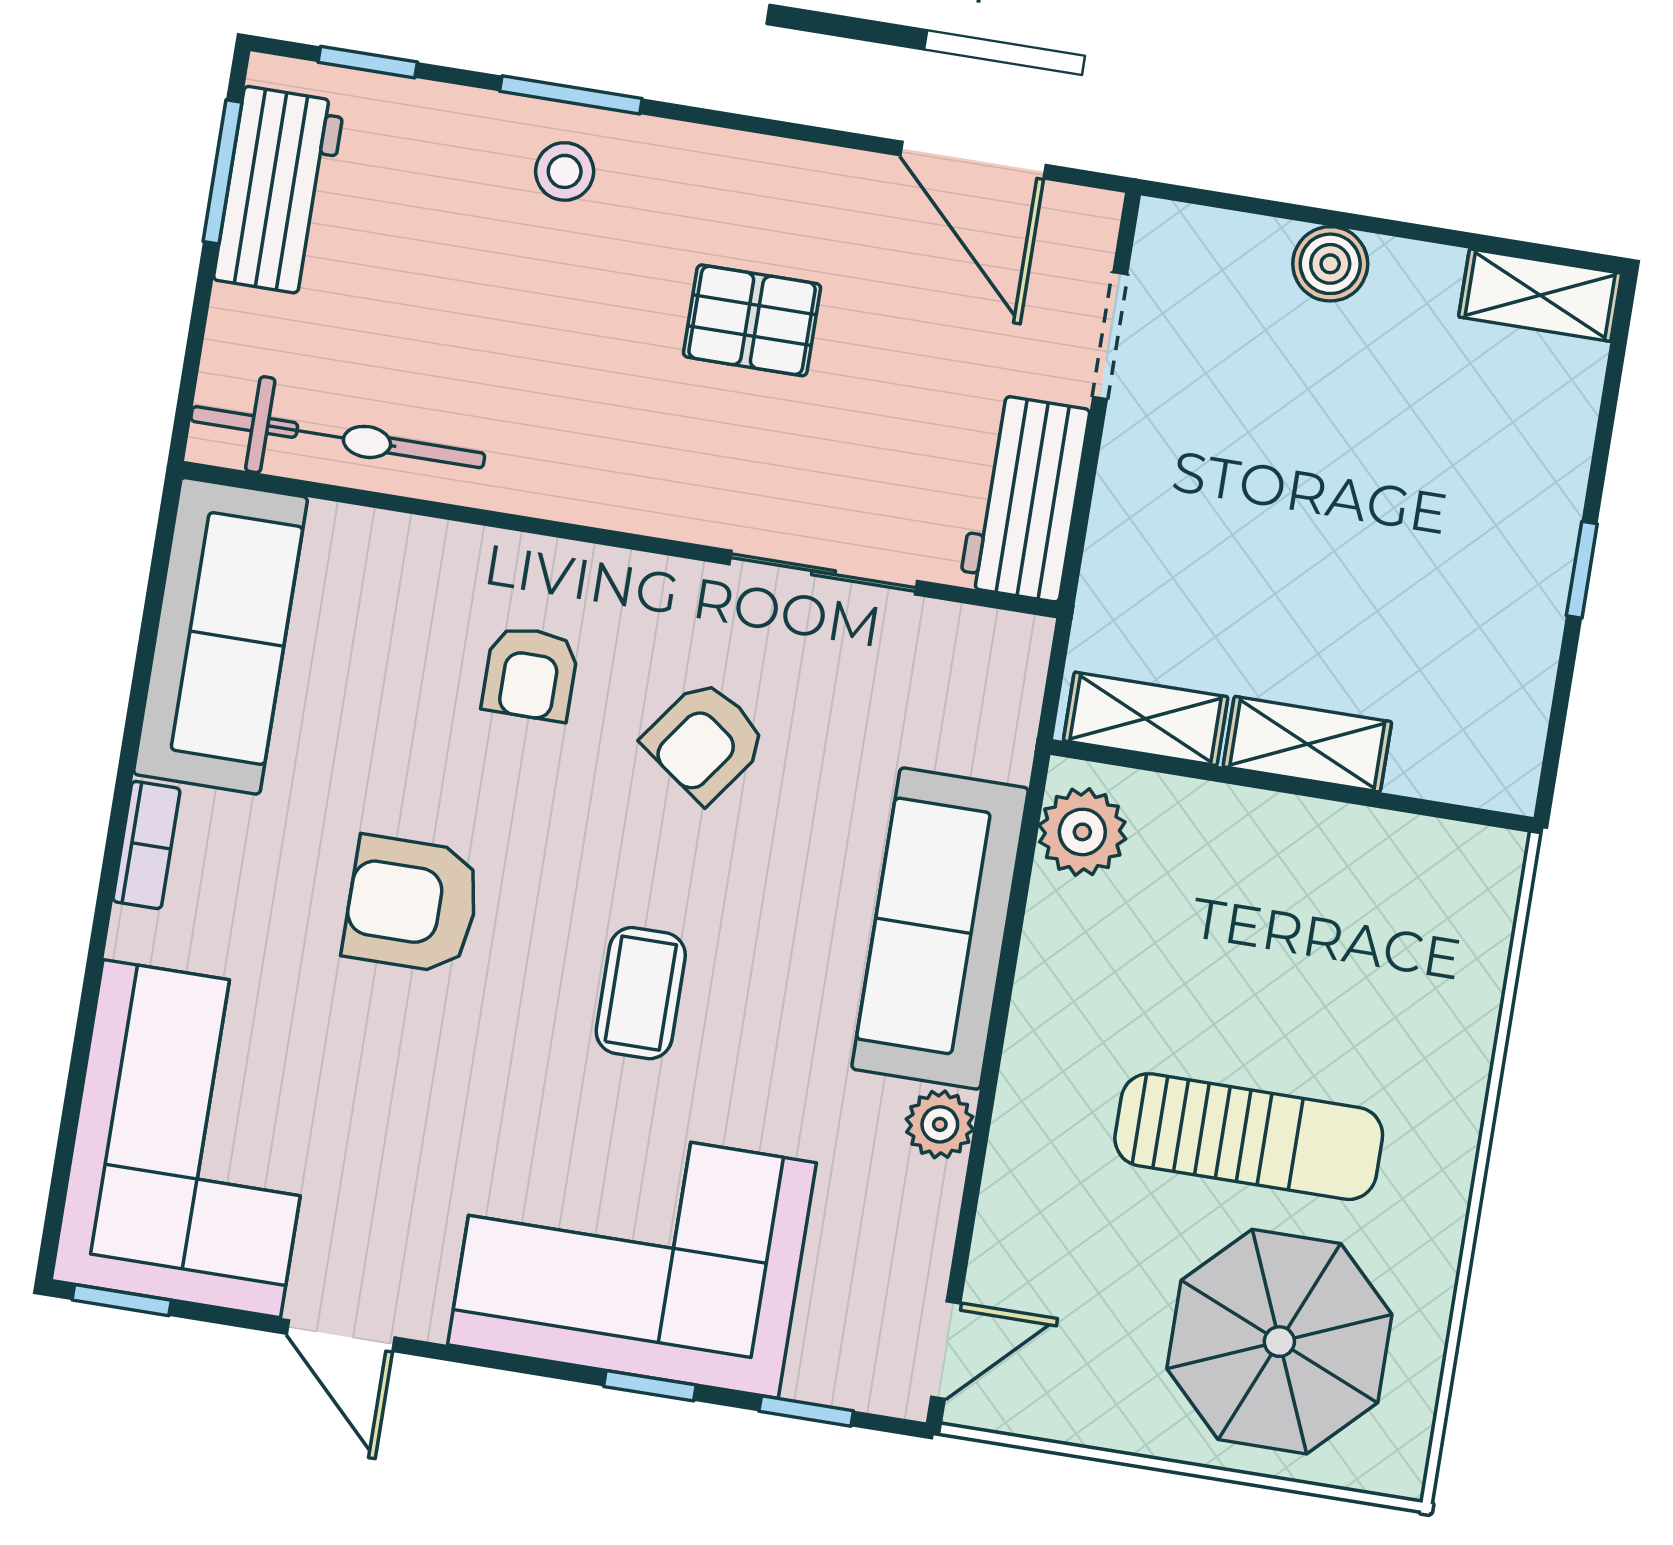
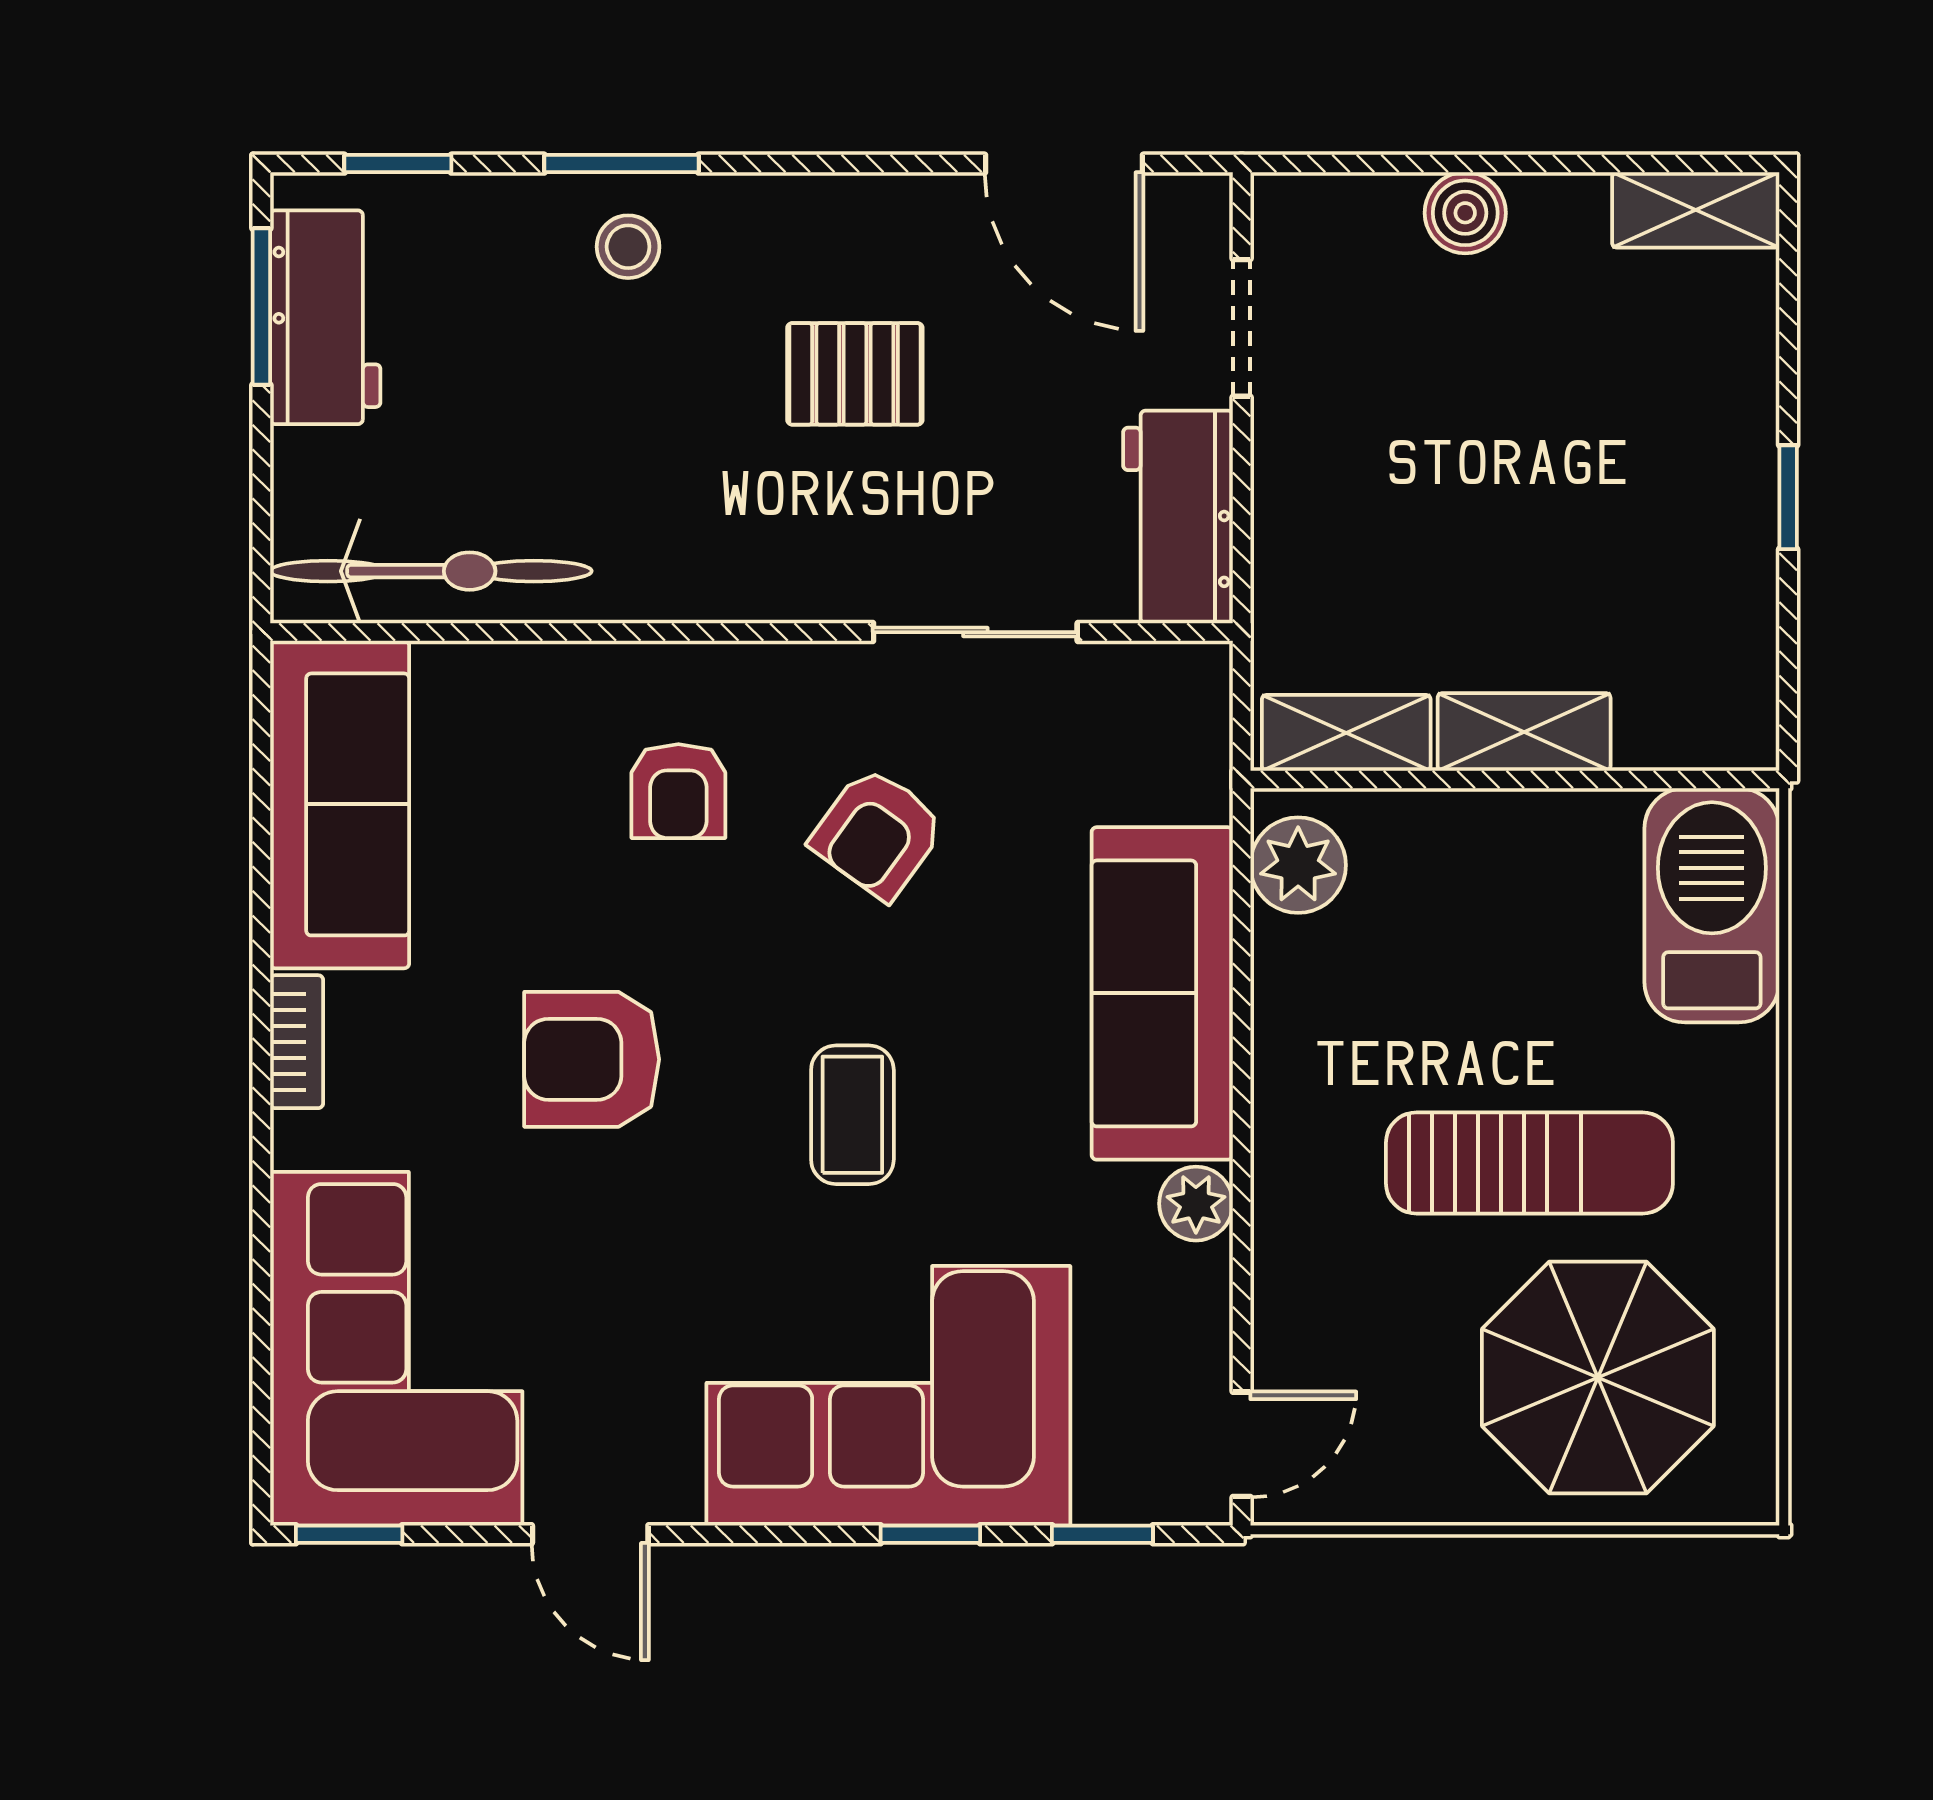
barbecue: (1452, 929) -> (1712, 905), added

